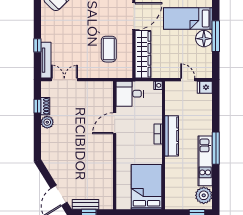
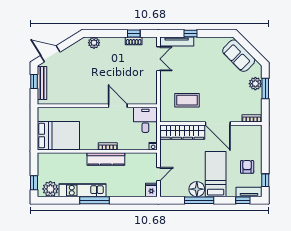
plant: (47, 122) -> (94, 43), moved
bench: (86, 204) -> (42, 83), width x1.36

